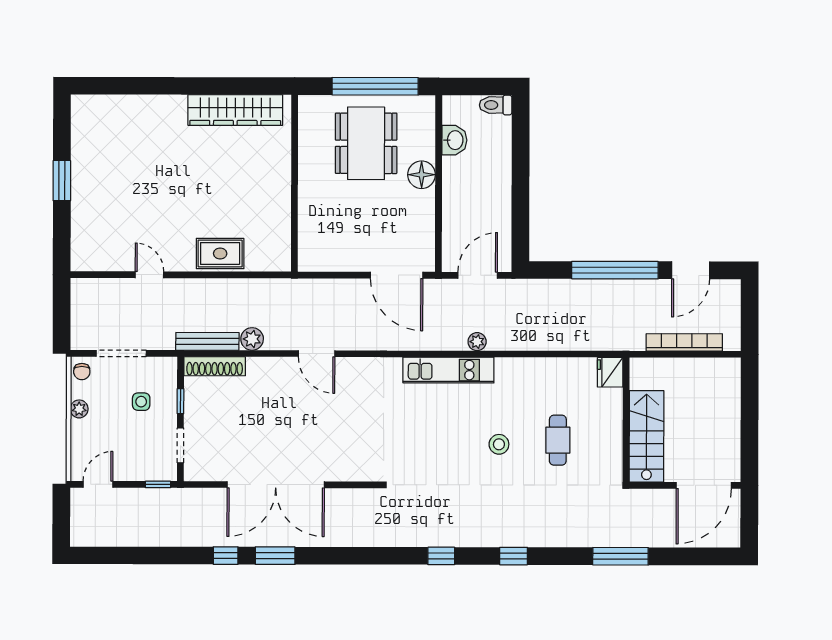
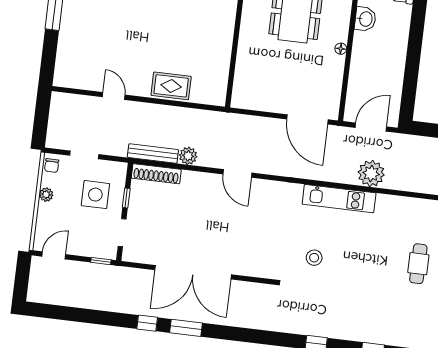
floor lamp: (422, 175) -> (341, 49), width x0.53, depth x0.53
plant: (477, 342) -> (371, 174), width x1.88, depth x1.88
doorway: (121, 353) -> (84, 155), width x0.73
side table: (141, 402) -> (95, 195), width x1.87, depth x1.87
stool: (499, 444) -> (314, 258), moved

